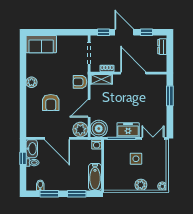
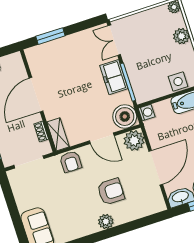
plant: (32, 82) -> (106, 222), moved
side table: (136, 159) -> (178, 81), moved

